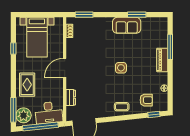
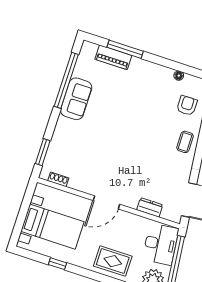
window: (137, 15) -> (66, 80), width x2.11
piano: (162, 60) -> (113, 57), moved
door: (65, 68) -> (106, 202), hinge flipped
side table: (121, 68) -> (132, 126), removed

